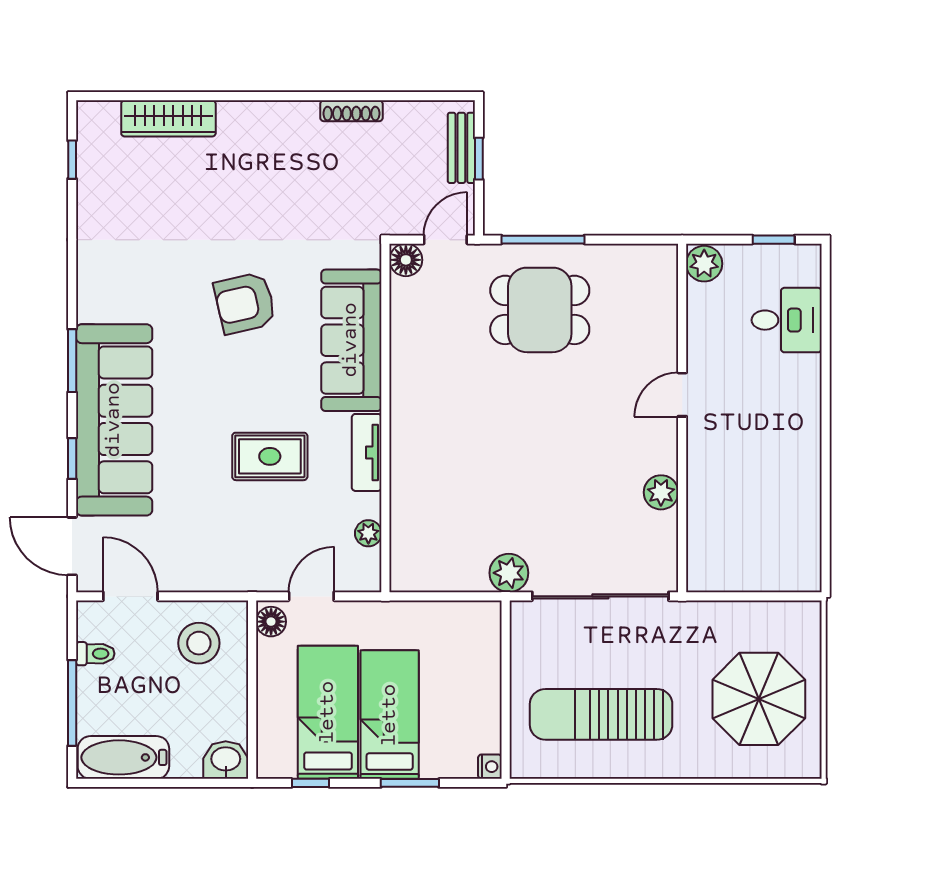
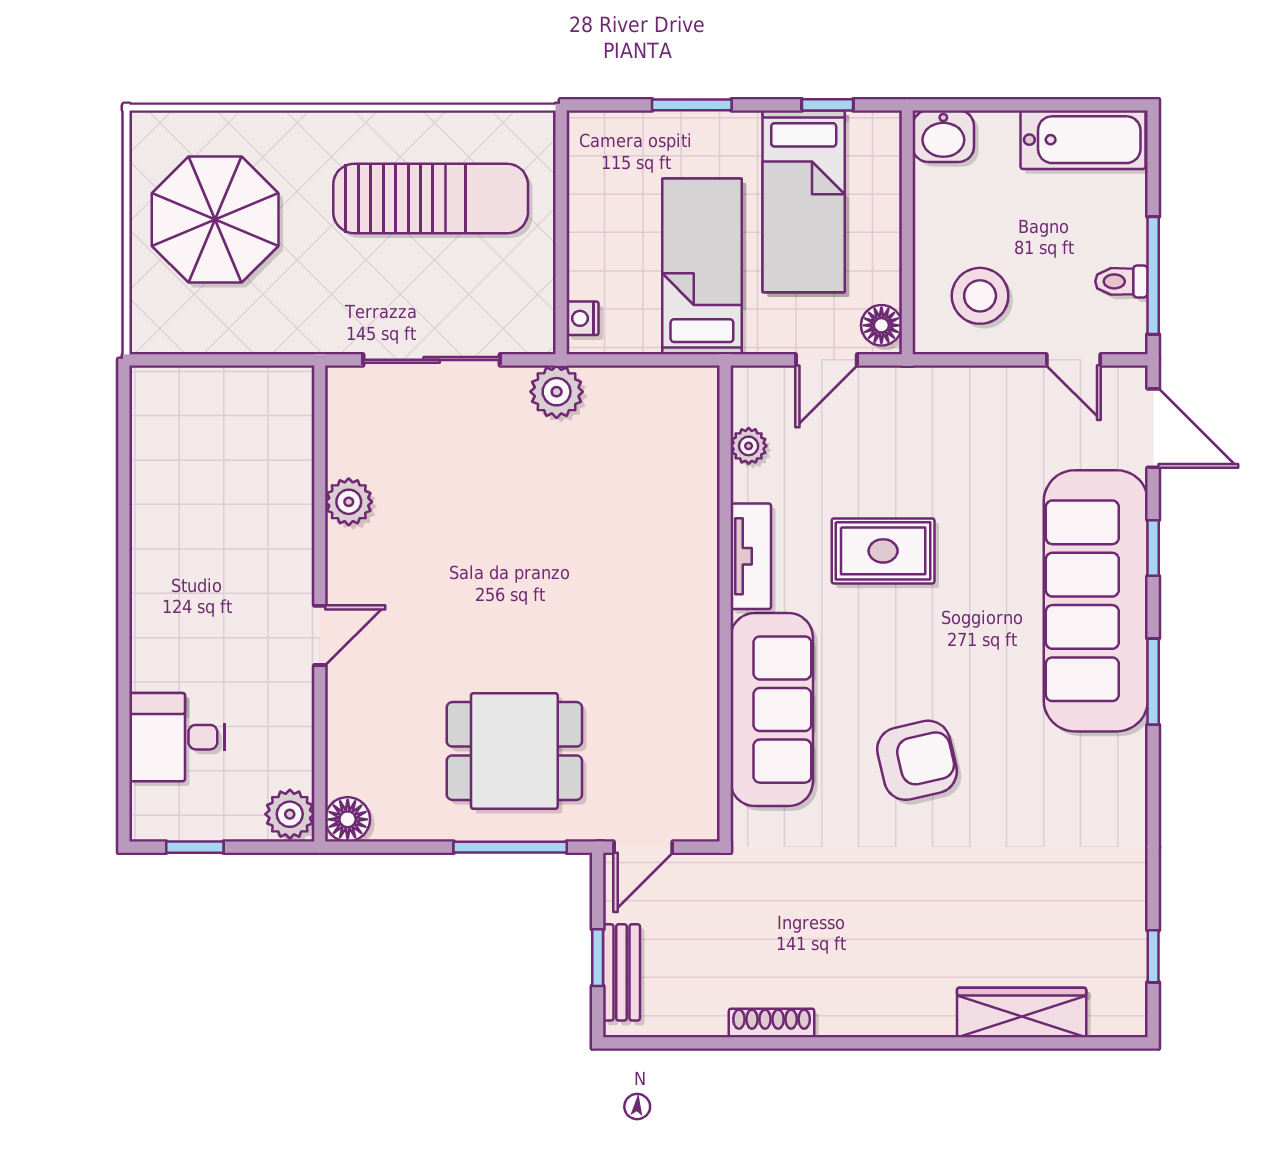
floor lamp: (406, 260) -> (348, 819), moved
door: (130, 596) -> (1074, 360), width x0.73
sliding door: (600, 596) -> (432, 360), width x0.73
window: (72, 703) -> (1153, 276), moved
bed: (390, 715) -> (702, 266), moved, turned 180
nightstand: (490, 767) -> (583, 318), moved

